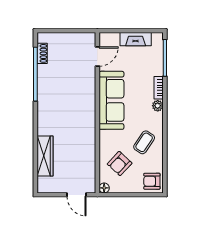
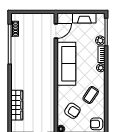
plant: (157, 69) -> (100, 40), added
armchair: (120, 164) -> (72, 111), turned -100

